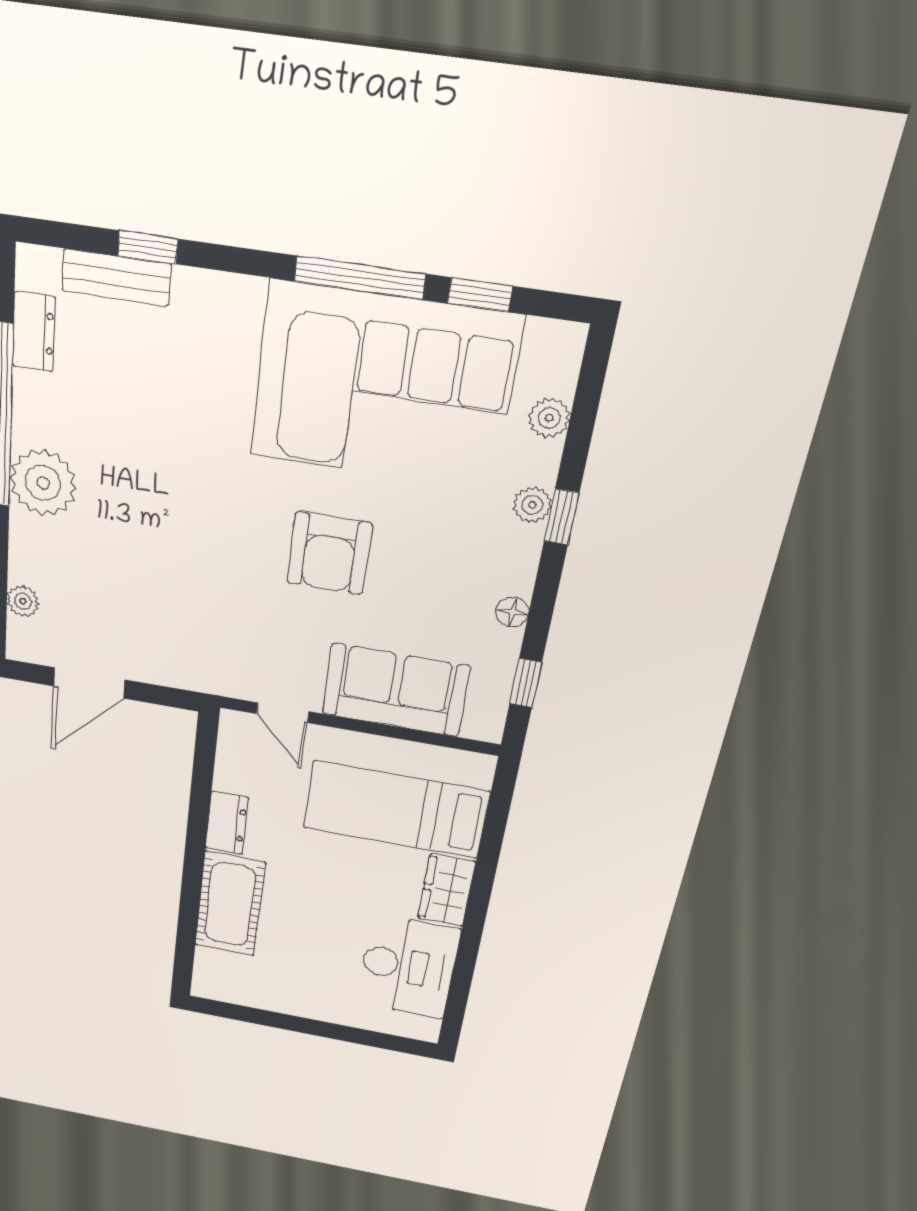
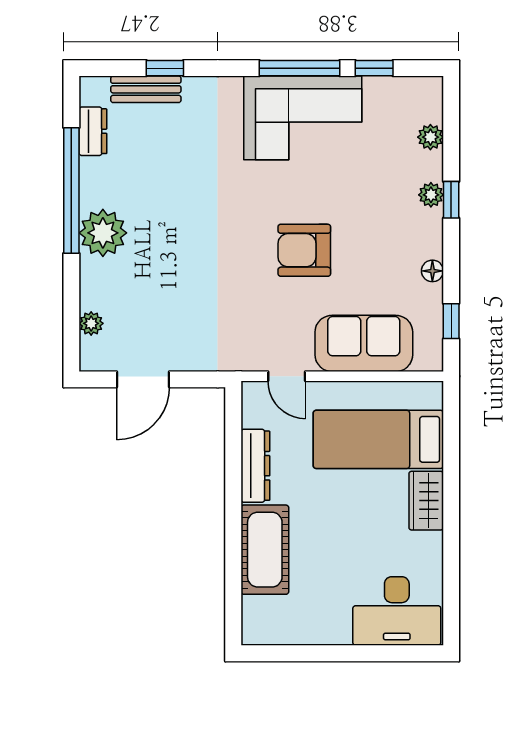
corner sofa: (383, 387) -> (303, 118), width x0.73, depth x0.74
armchair: (329, 553) -> (304, 250), turned 90
dresser: (227, 823) -> (255, 466), width x1.44
desk: (408, 966) -> (397, 611), moved, turned 90

